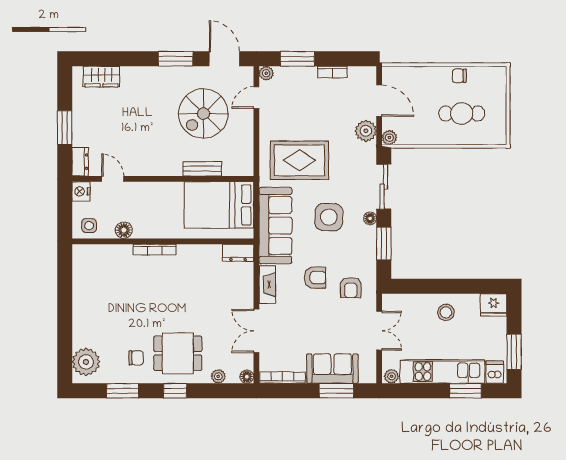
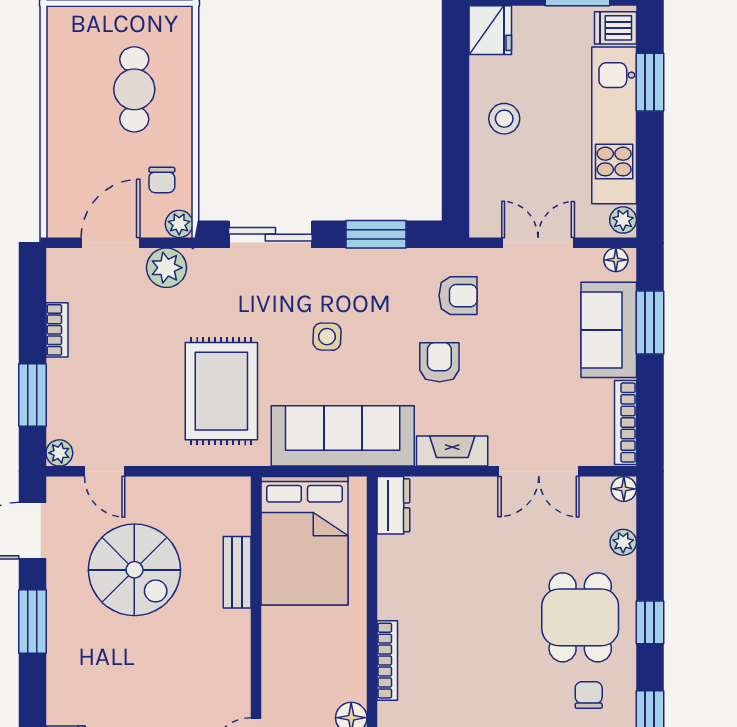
chair: (459, 76) -> (162, 180), moved
side table: (329, 217) -> (327, 337), width x0.54, depth x0.54
floor lamp: (370, 218) -> (616, 260), moved

